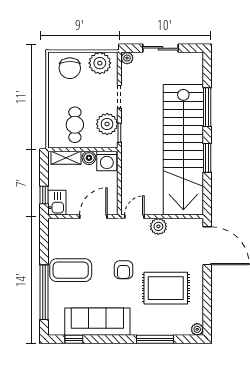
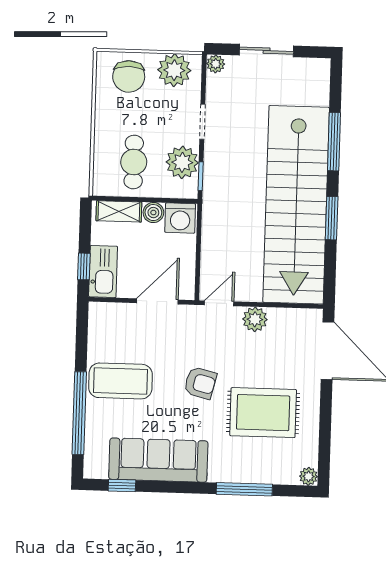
kitchen sink: (57, 203) -> (103, 272), width x1.38
armchair: (124, 270) -> (200, 383), turned -76

